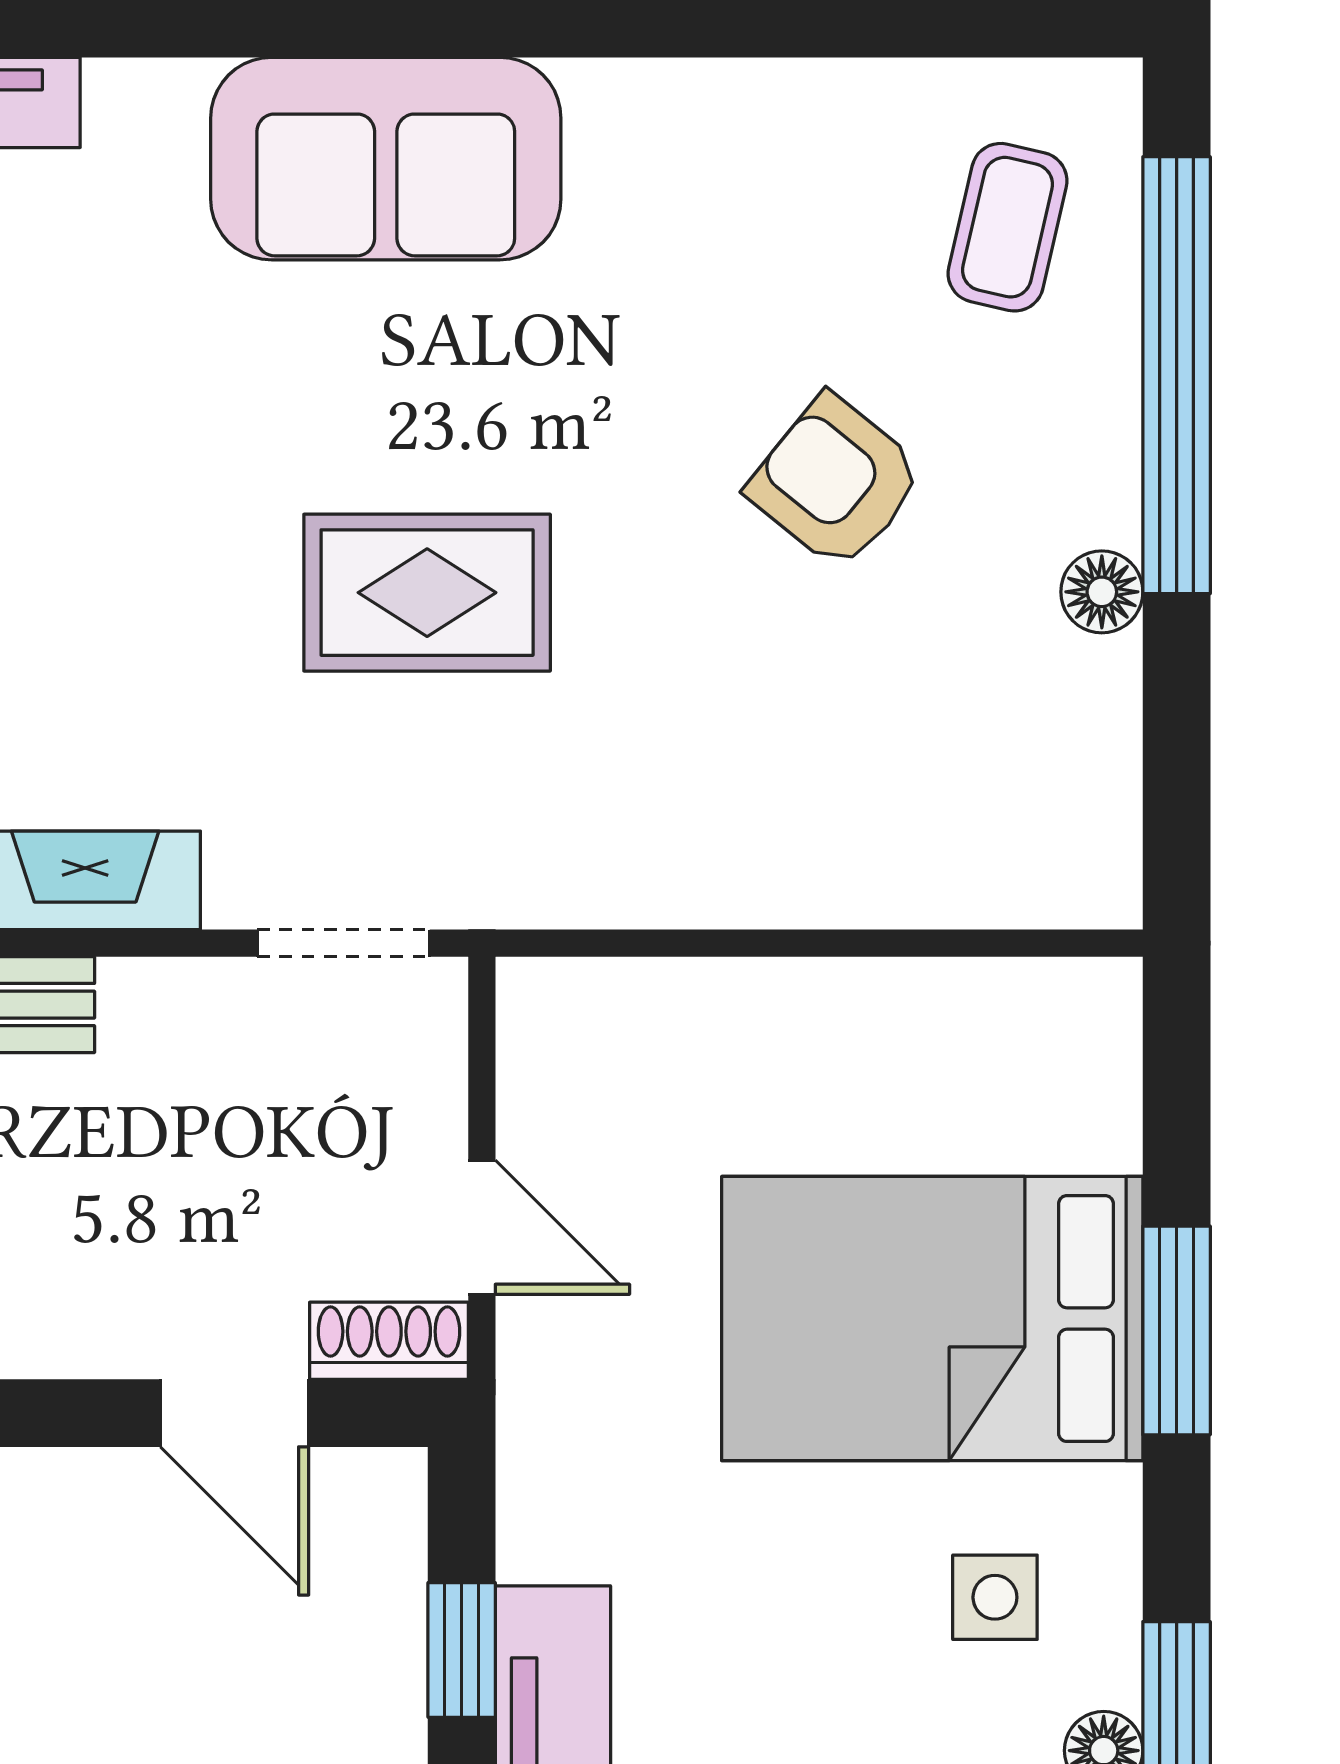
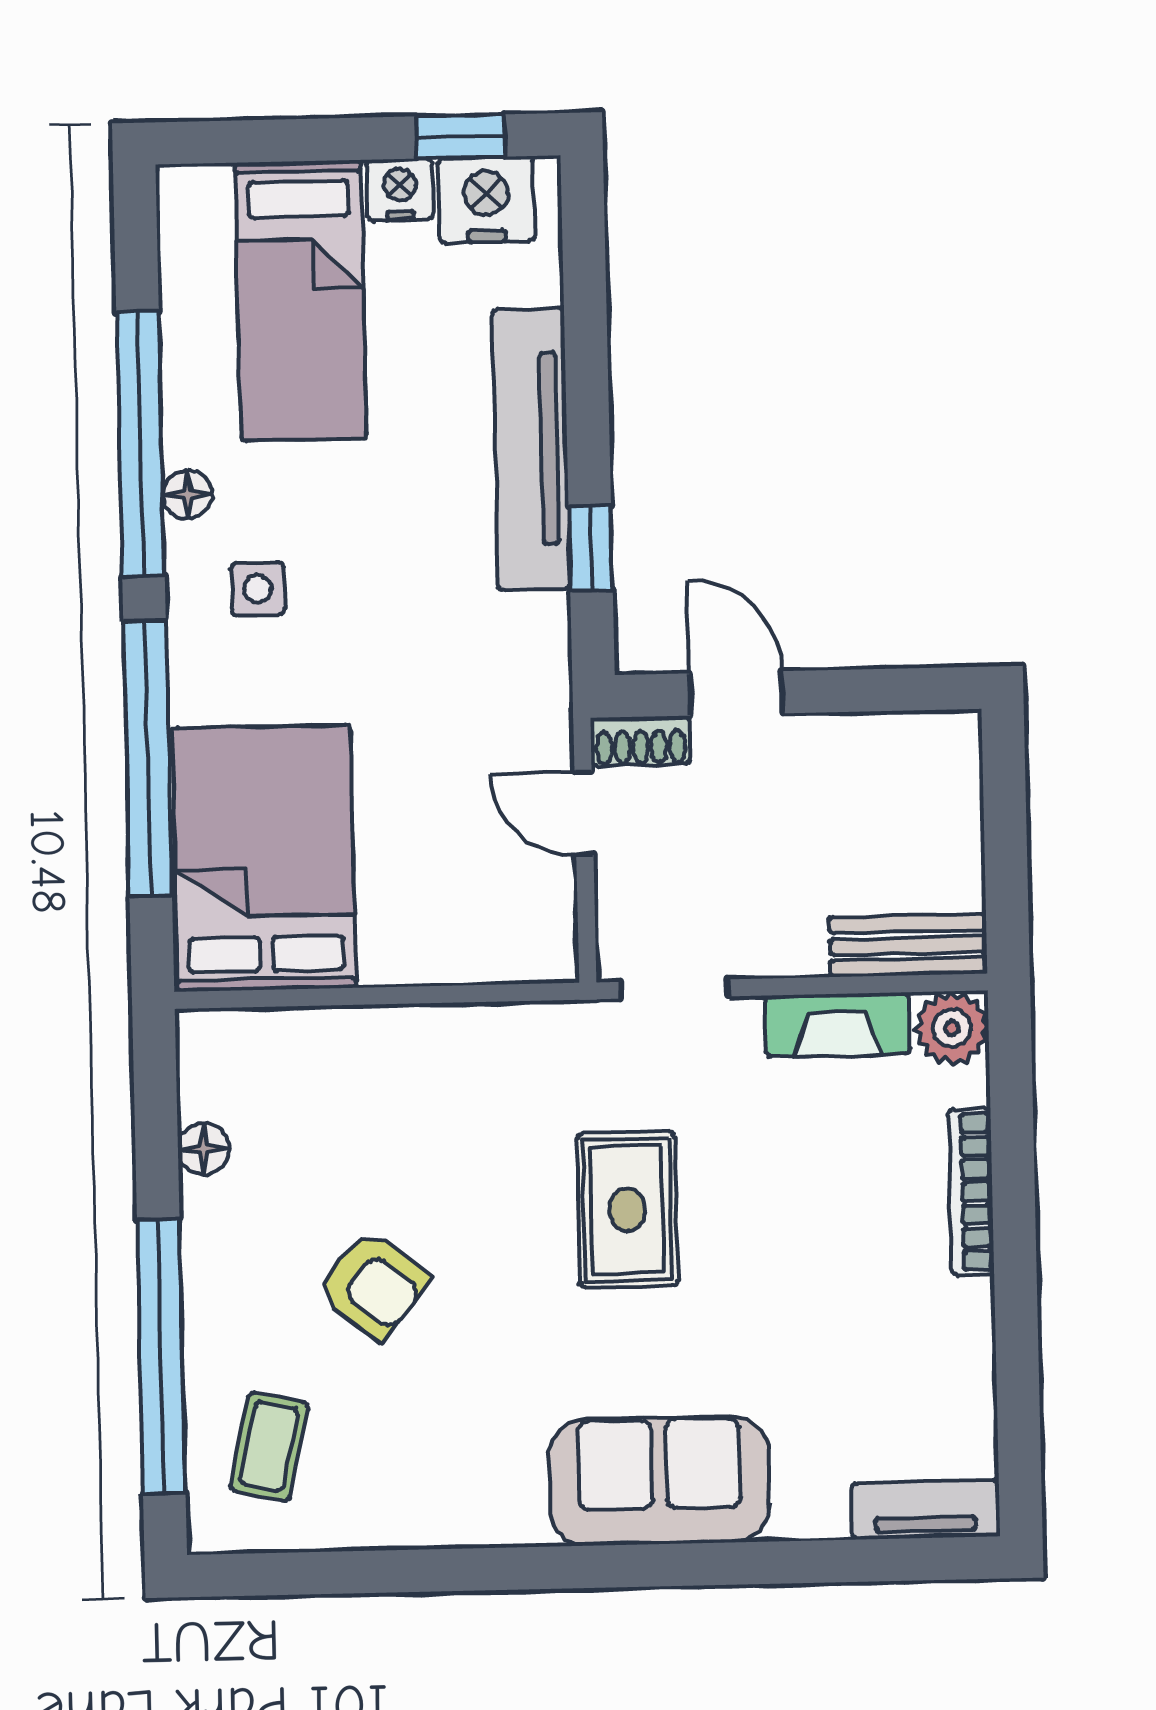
floor lamp: (1102, 592) -> (203, 1149), moved
rug: (427, 593) -> (627, 1210), turned 90
bed: (932, 1319) -> (264, 858), moved, turned -90
window: (1177, 1330) -> (148, 758), width x2.11

